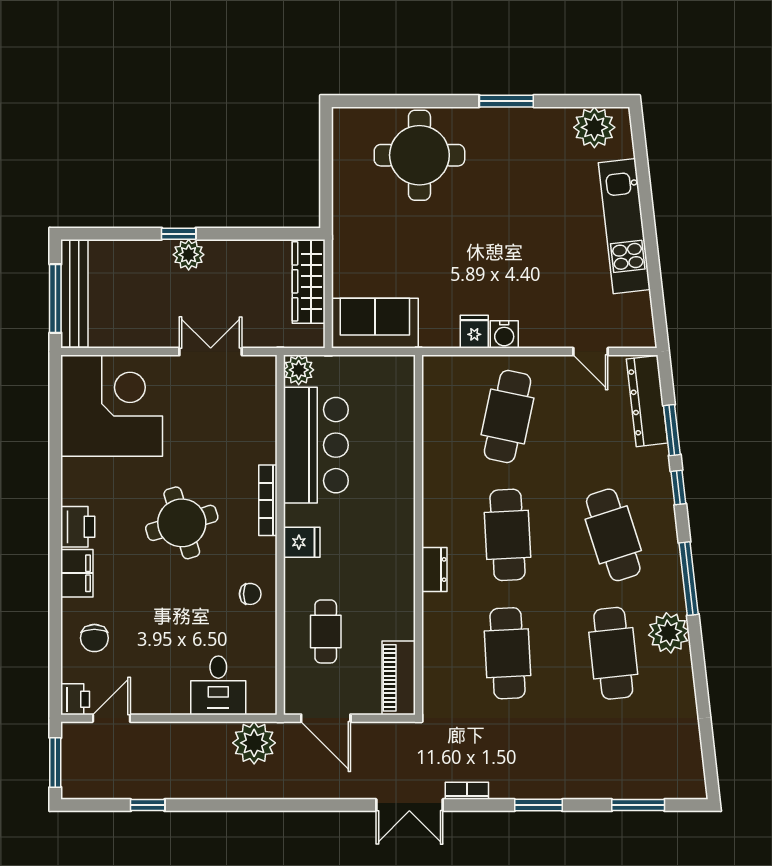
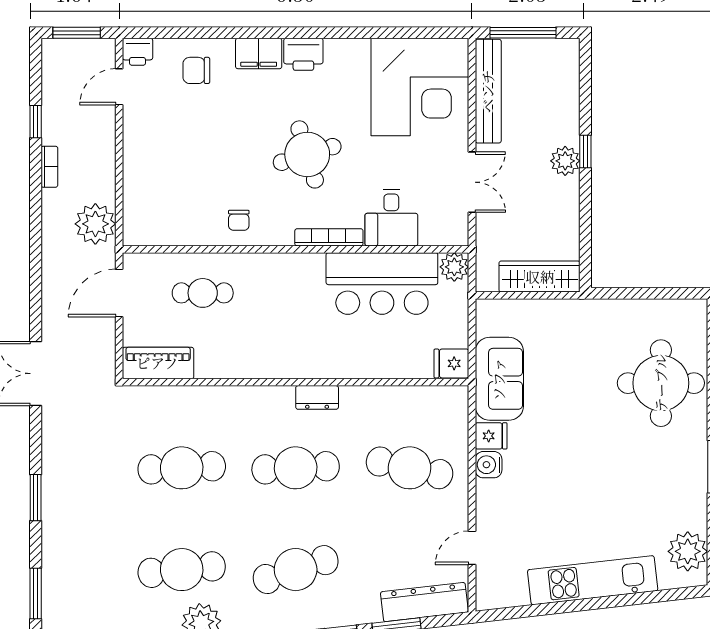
bench: (74, 293) -> (488, 91), moved, turned 90
sofa: (375, 323) -> (499, 379), moved
fridge: (302, 542) -> (451, 363), moved, turned 90
dresser: (434, 570) -> (317, 397), moved
desk: (218, 685) -> (391, 218), moved, turned -90
door: (111, 718) -> (119, 87), swing flipped
bookcase: (467, 791) -> (49, 167), moved

